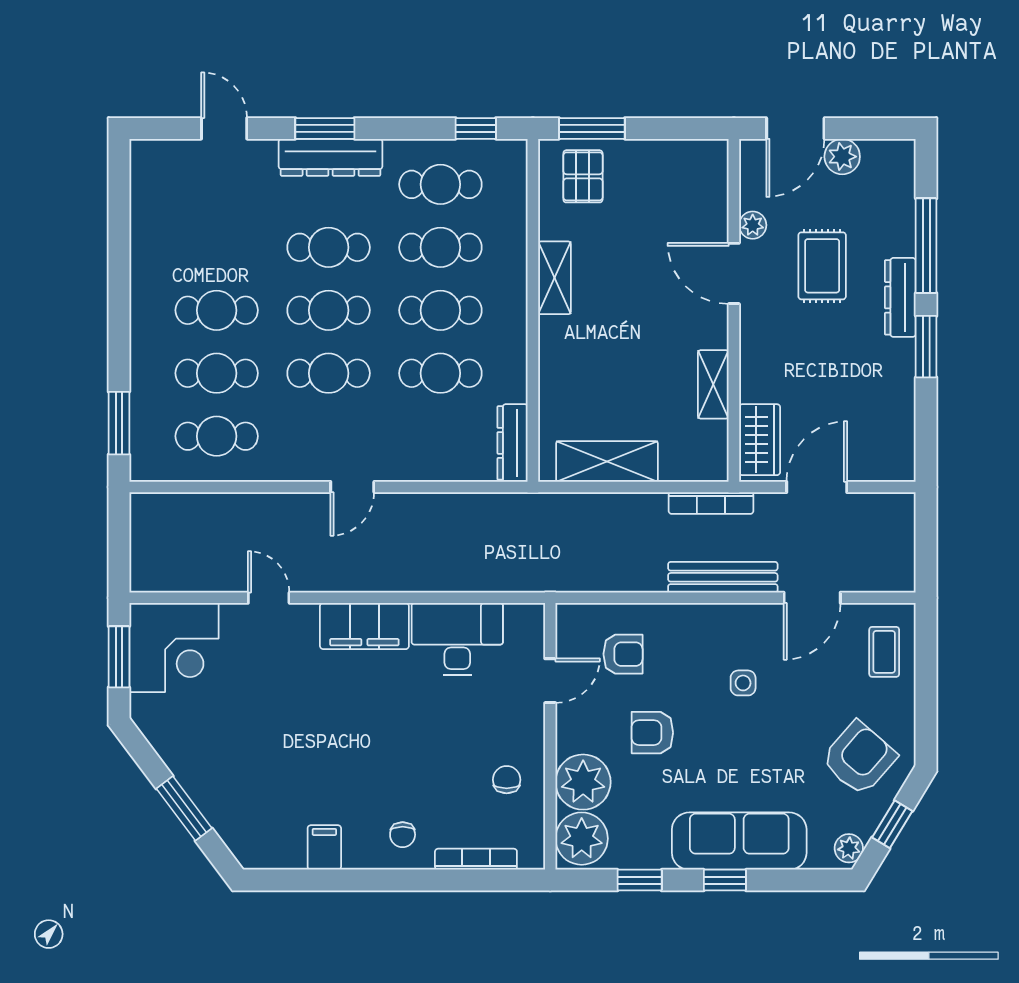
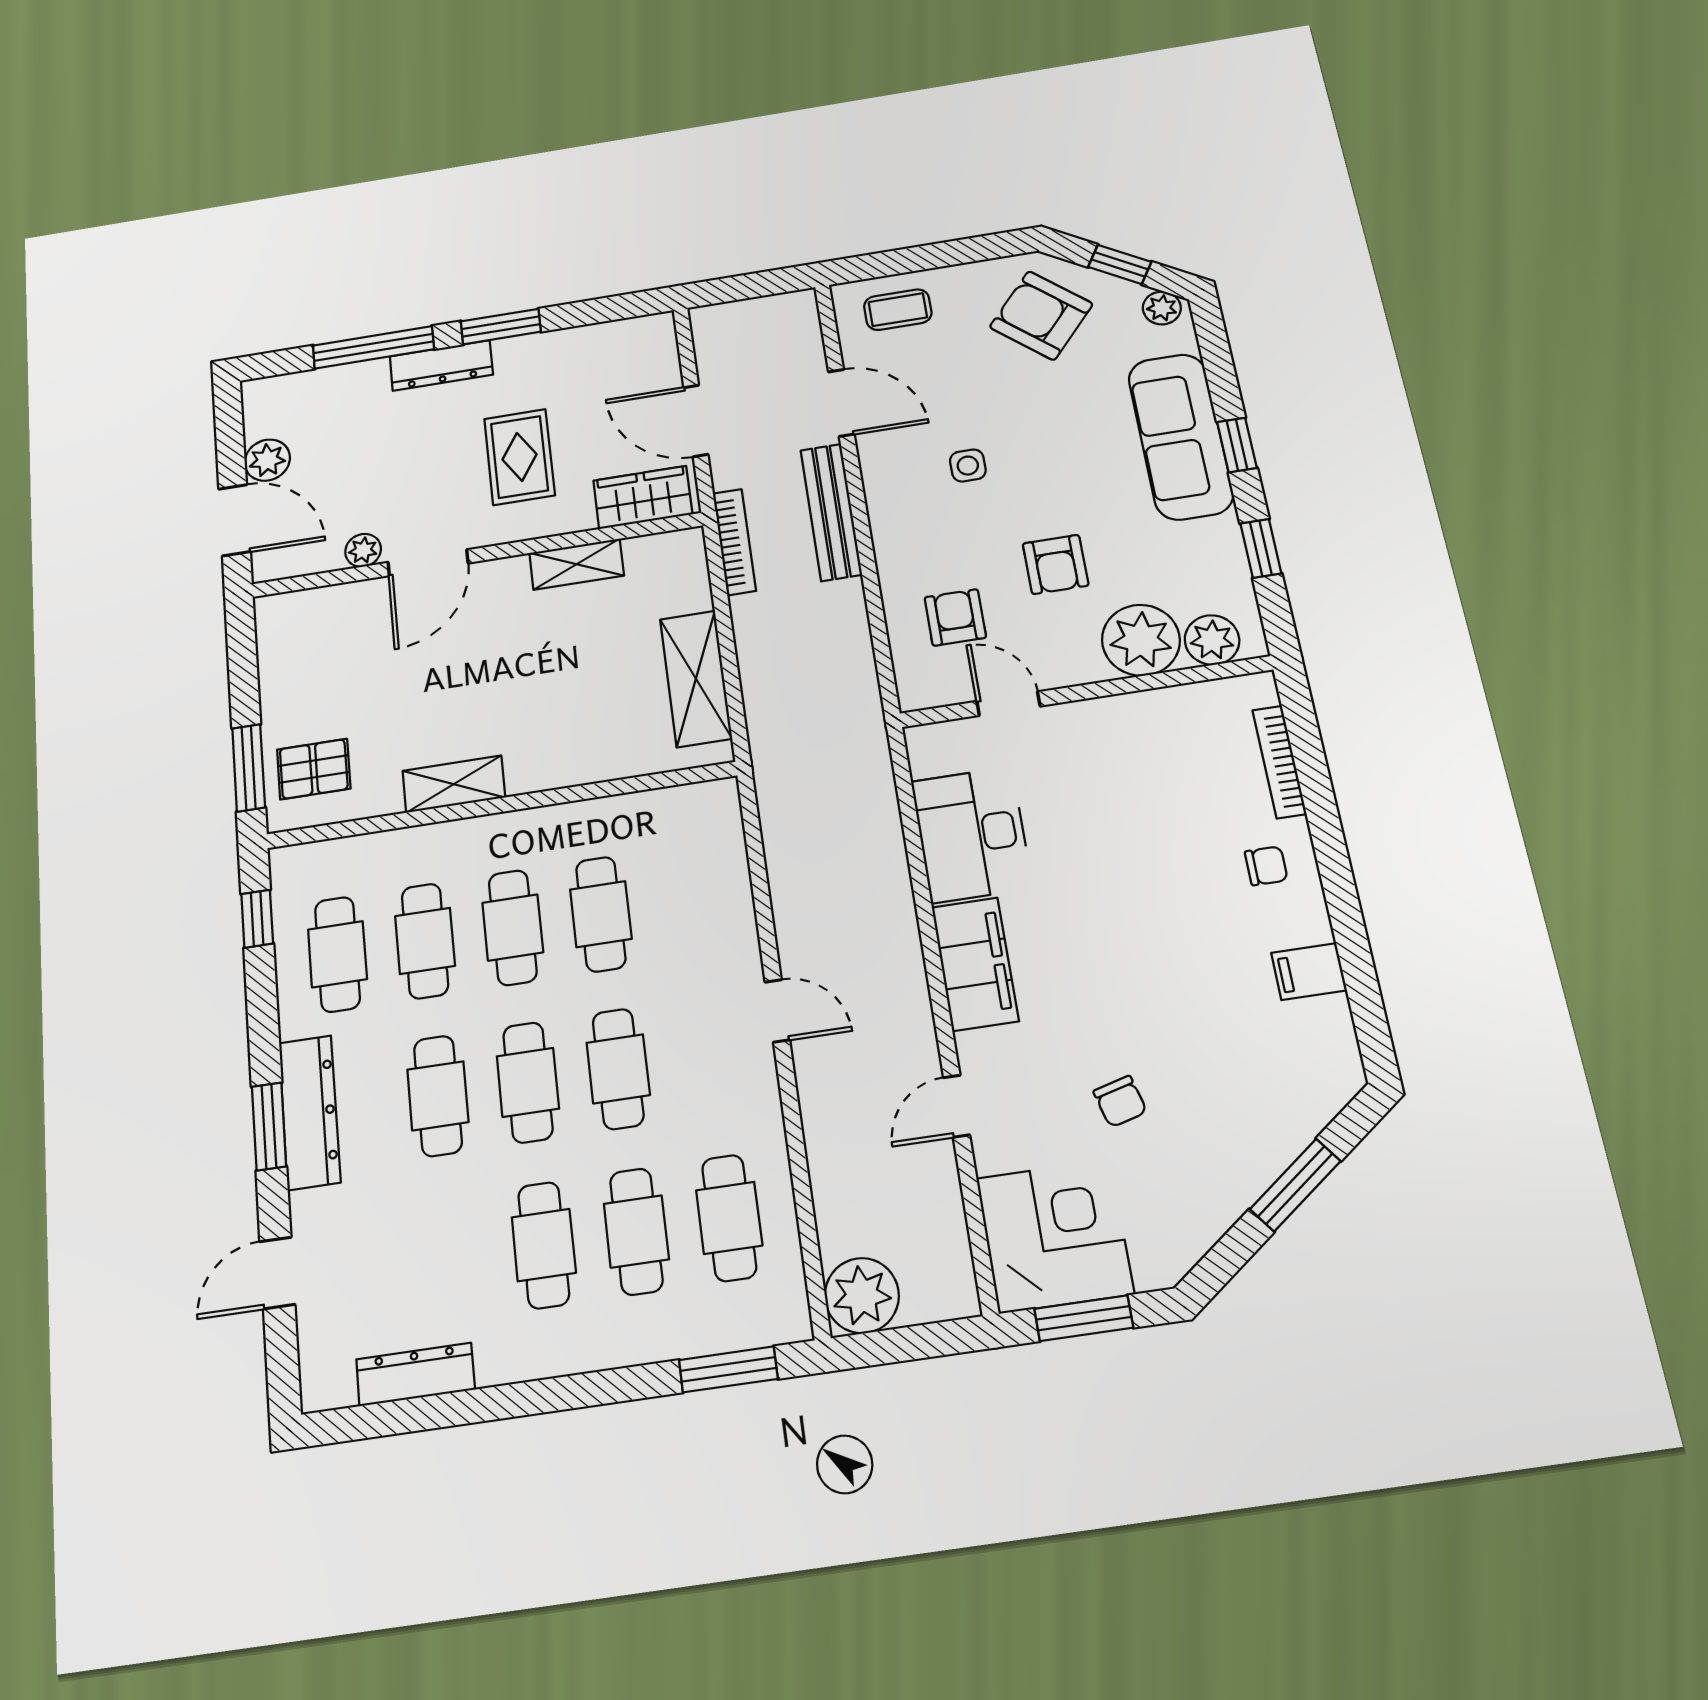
rug: (822, 266) -> (519, 457), moved, turned 90
dresser: (513, 443) -> (415, 1374), moved, turned 180
plant: (154, 516) -> (862, 1296), added
chair: (507, 780) -> (1120, 1101), moved, turned -105
plant: (582, 839) -> (1212, 640), width x0.73, depth x0.73

